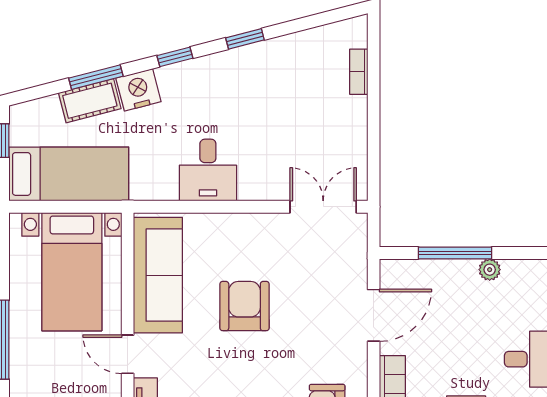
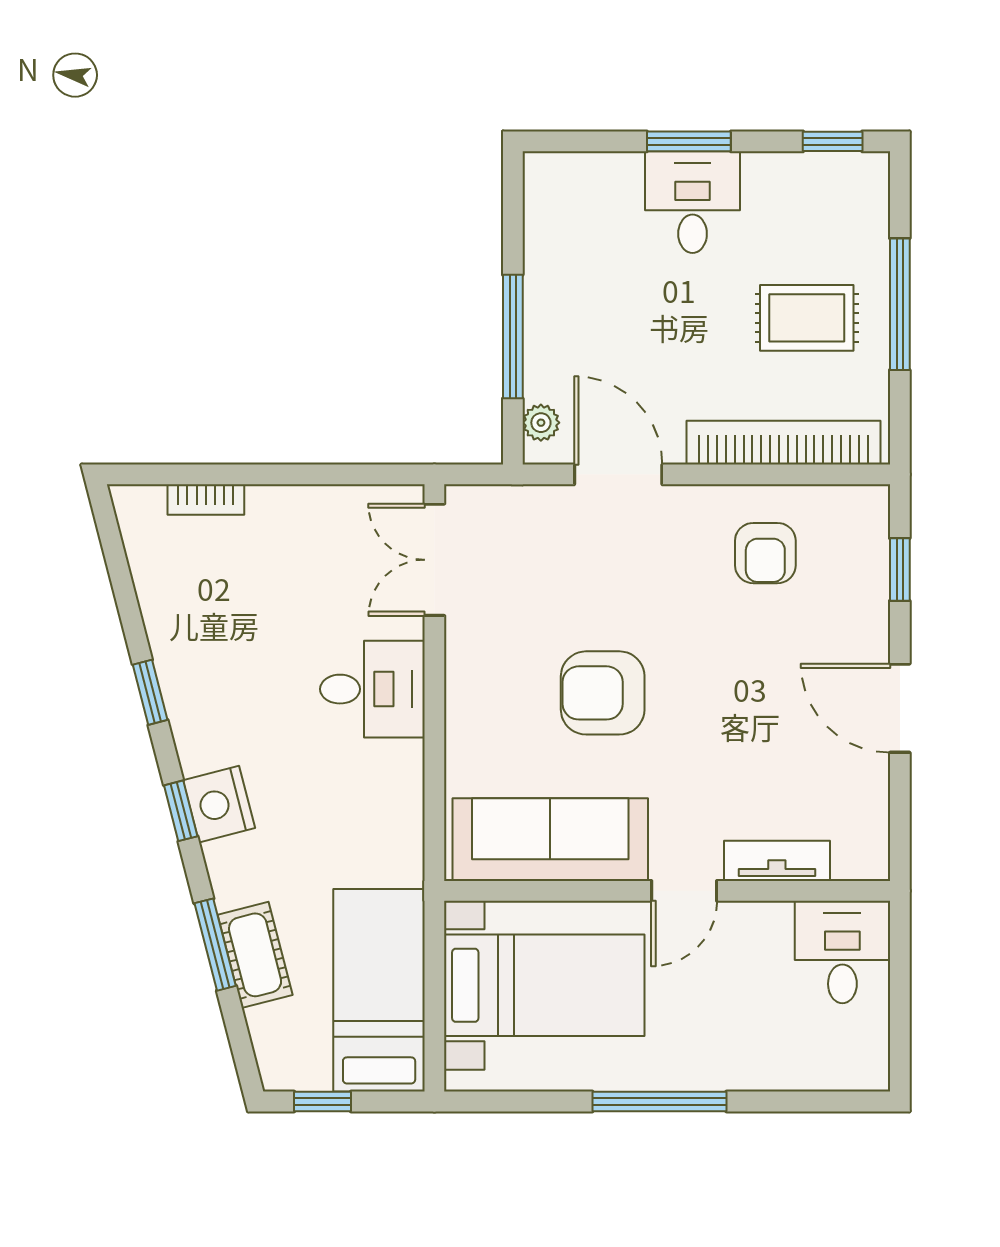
nightstand: (138, 90) -> (219, 804), moved
desk: (208, 170) -> (372, 689), moved
plant: (490, 270) -> (541, 423), moved

